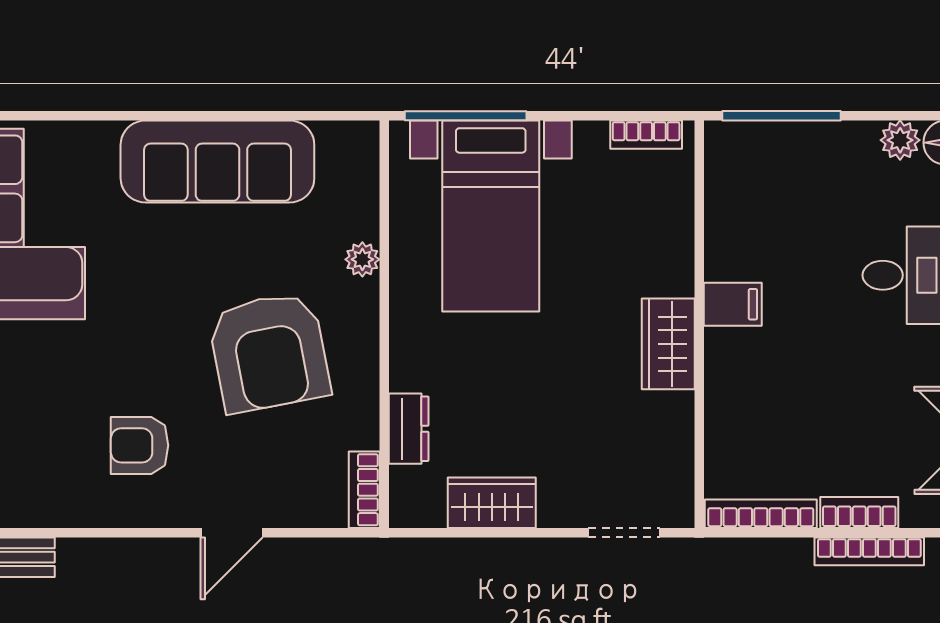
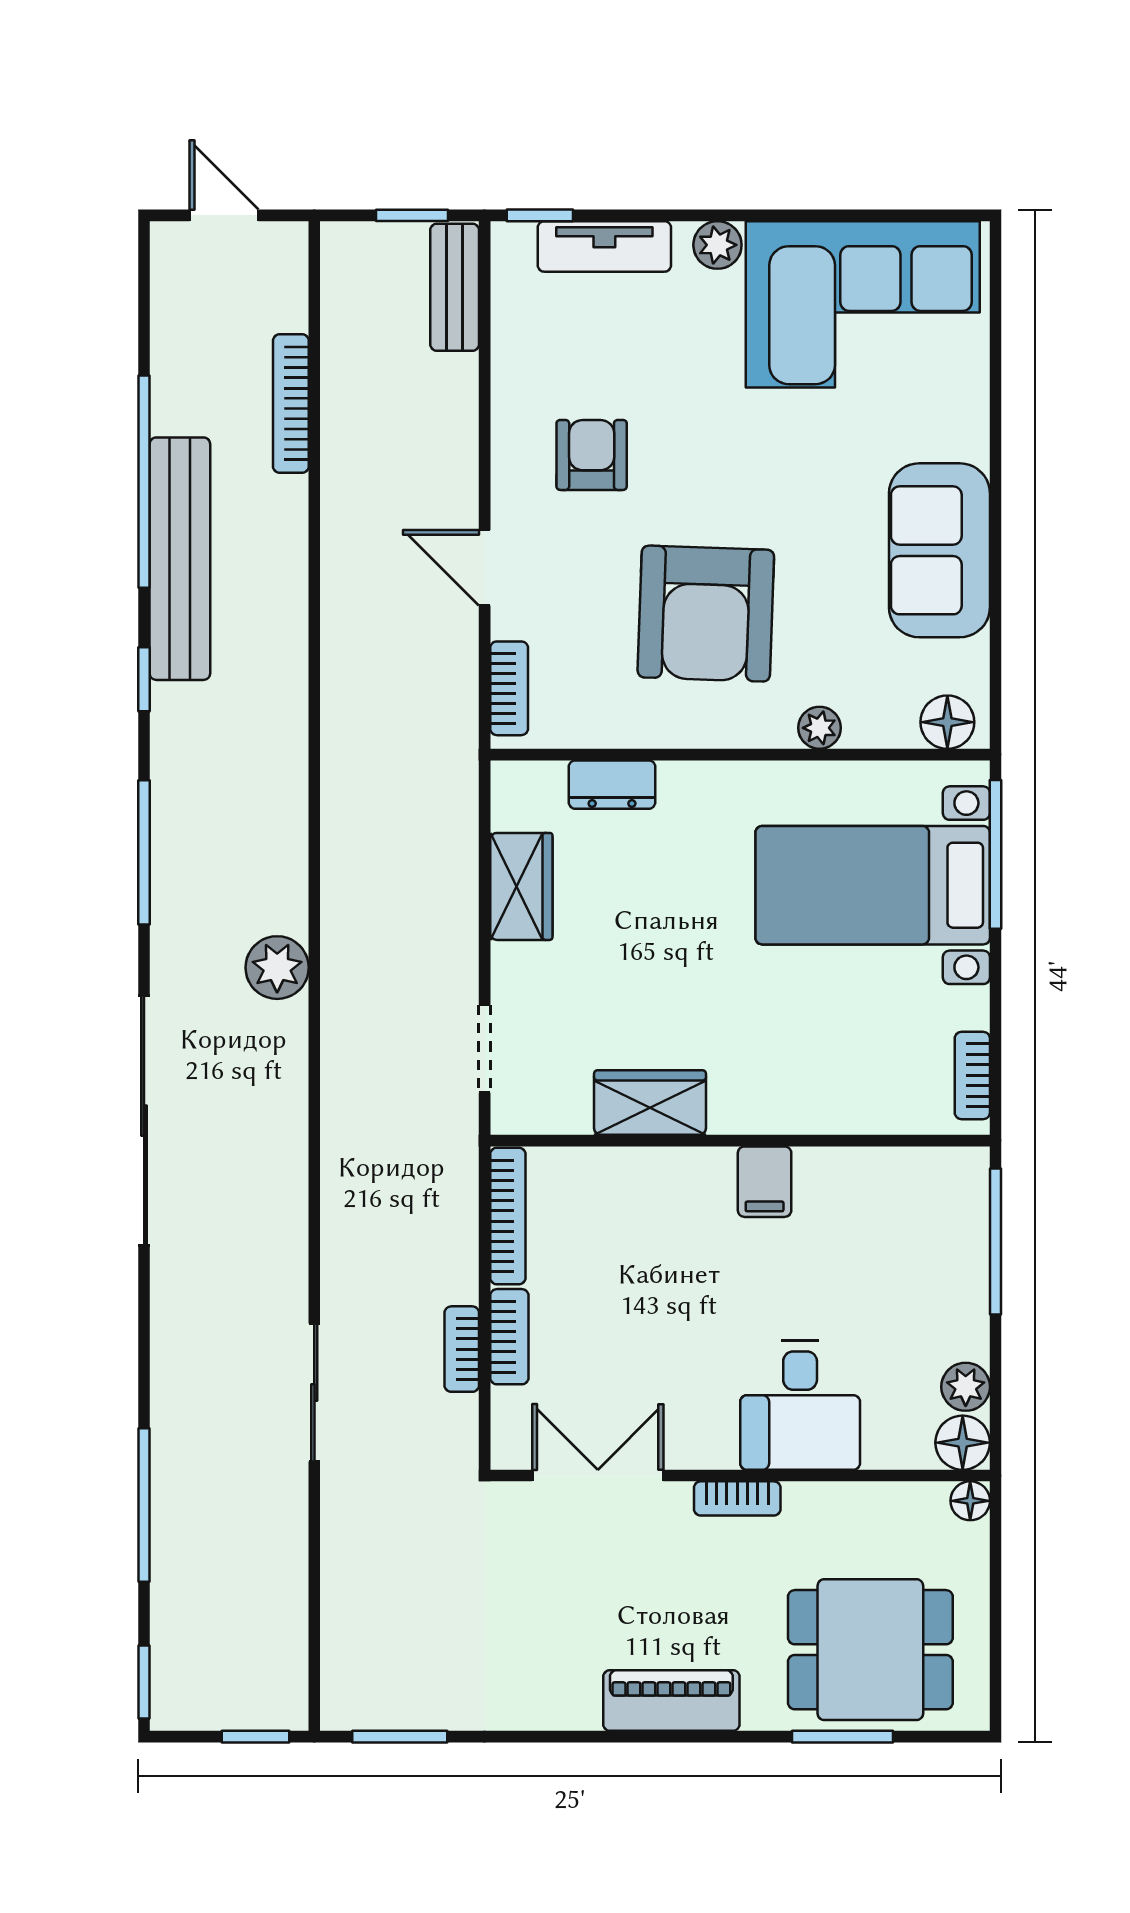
floor lamp: (358, 155) -> (947, 722), added
sofa: (217, 162) -> (939, 550), width x0.73
wardrobe: (668, 344) -> (650, 1103), moved
armchair: (269, 352) -> (706, 614), turned -77
bookcase: (364, 490) -> (509, 688), moved, turned 90
bookcase: (869, 551) -> (462, 1349), width x0.64

